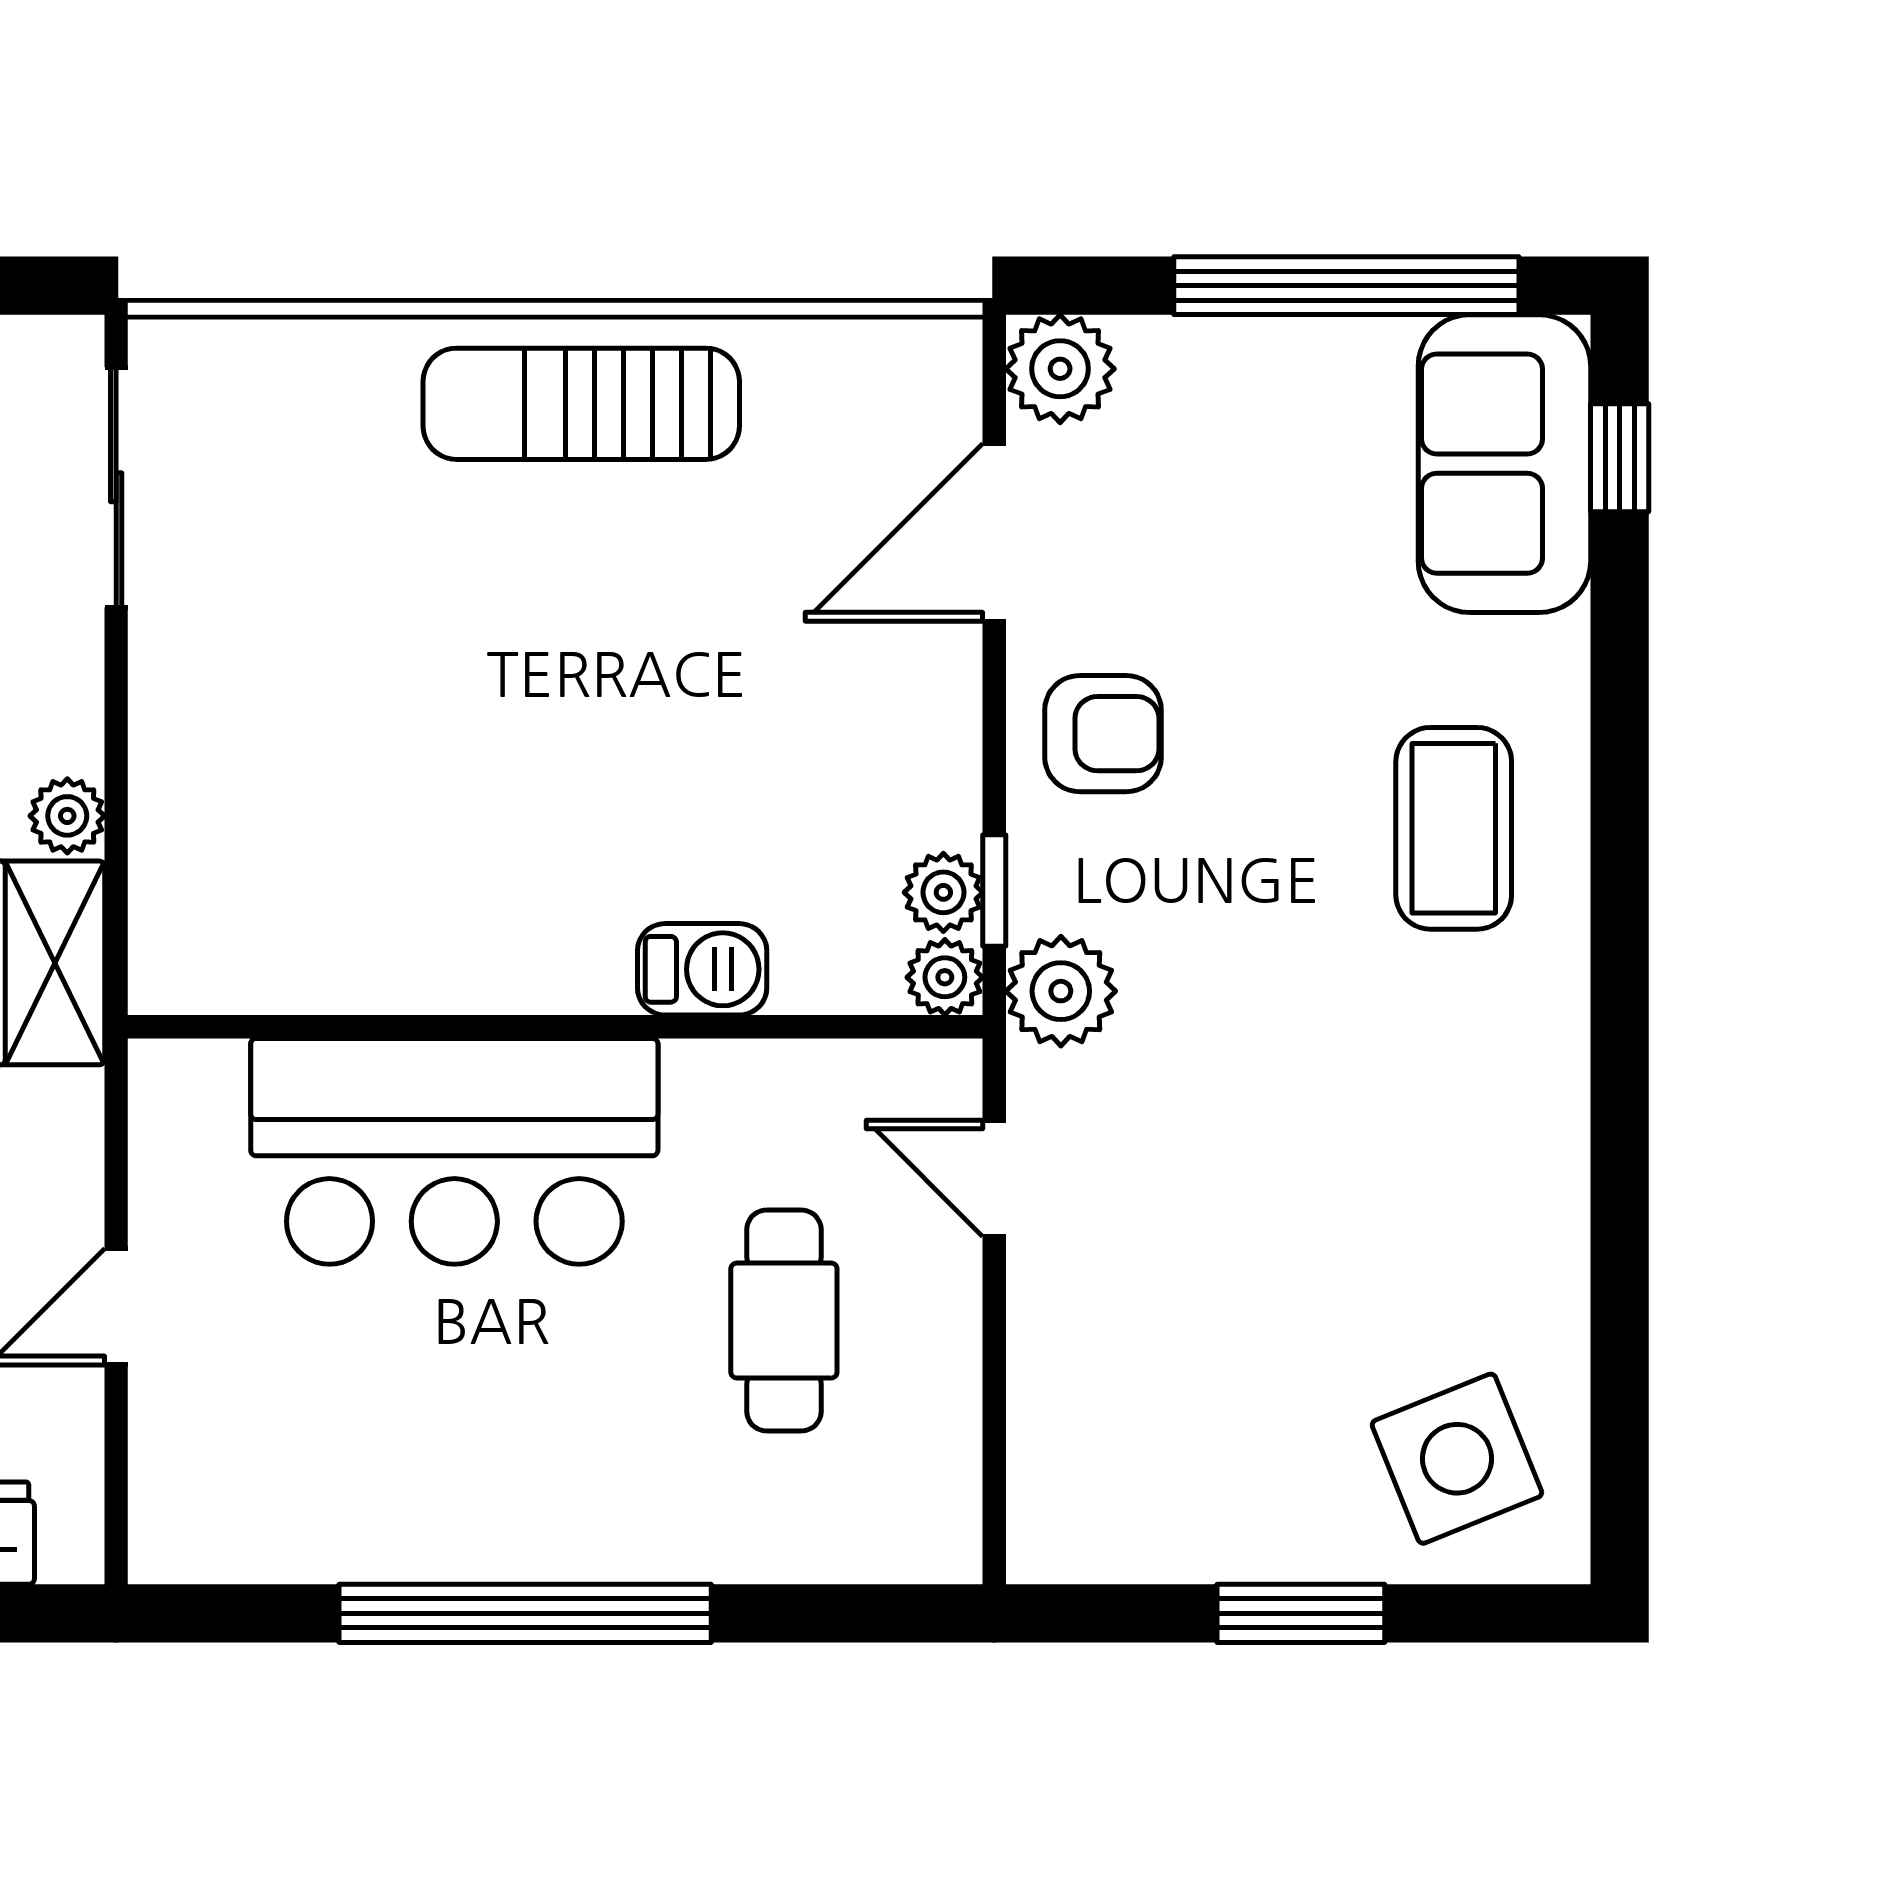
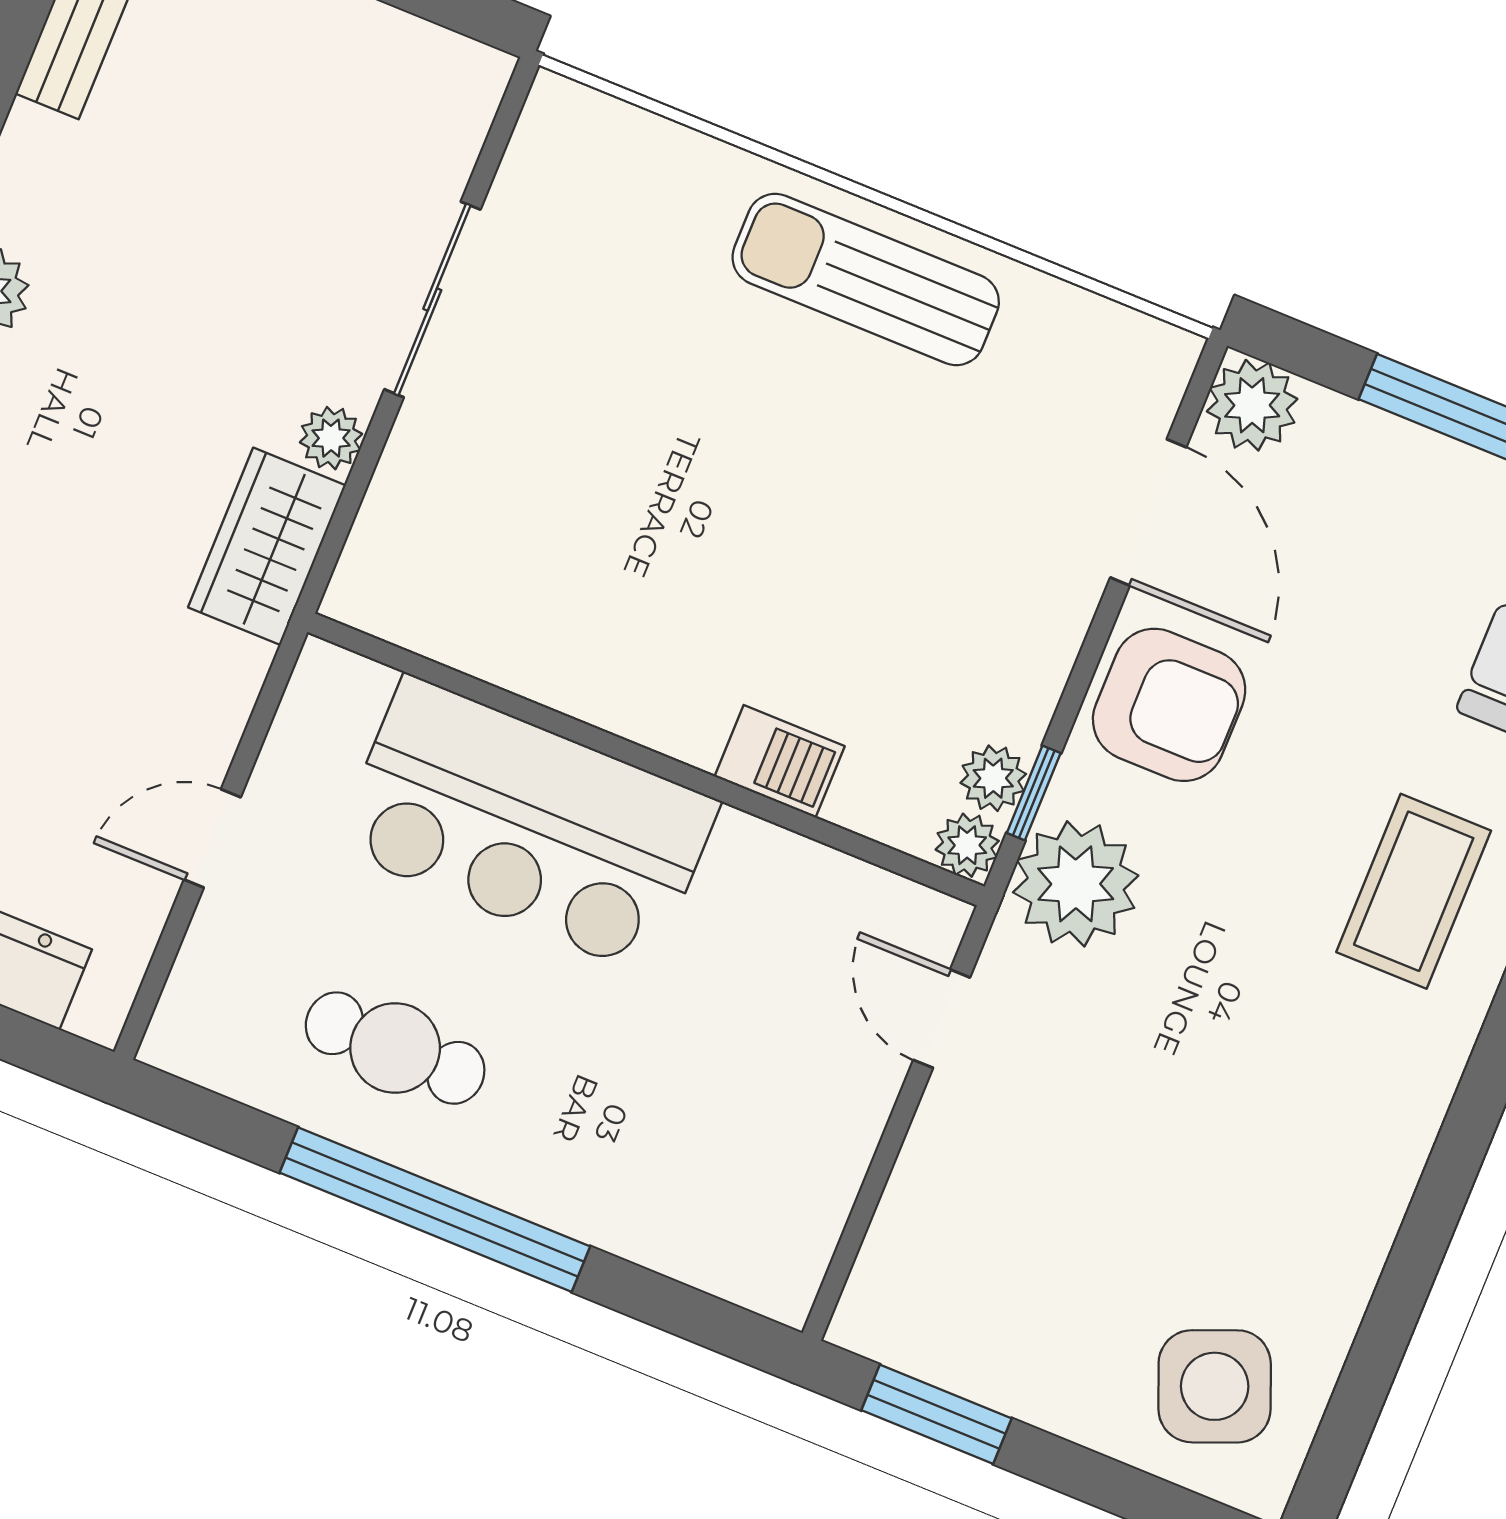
sliding door: (116, 487) -> (432, 299), moved
door: (994, 532) -> (1148, 512), swing flipped
armchair: (1103, 734) -> (1169, 705), width x1.38, depth x1.38
plant: (1061, 991) -> (1076, 884), width x1.36, depth x1.36
cafe table: (784, 1321) -> (395, 1048), moved, turned 90
window: (1301, 1613) -> (936, 1414), moved

